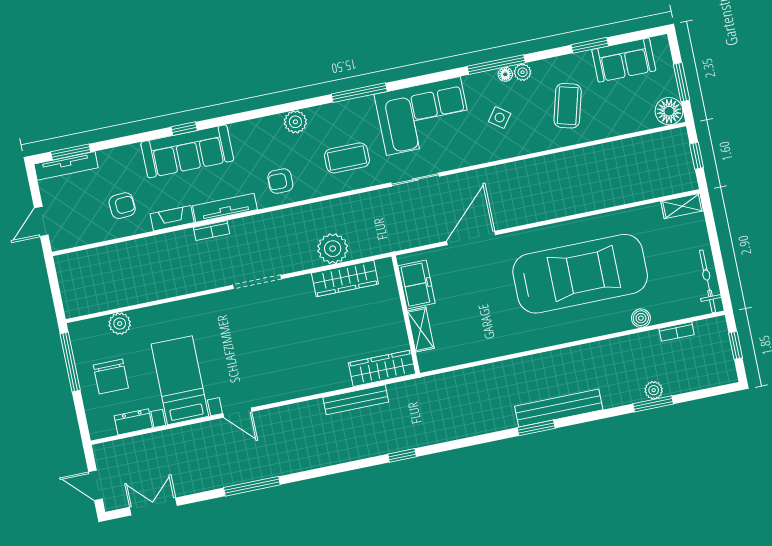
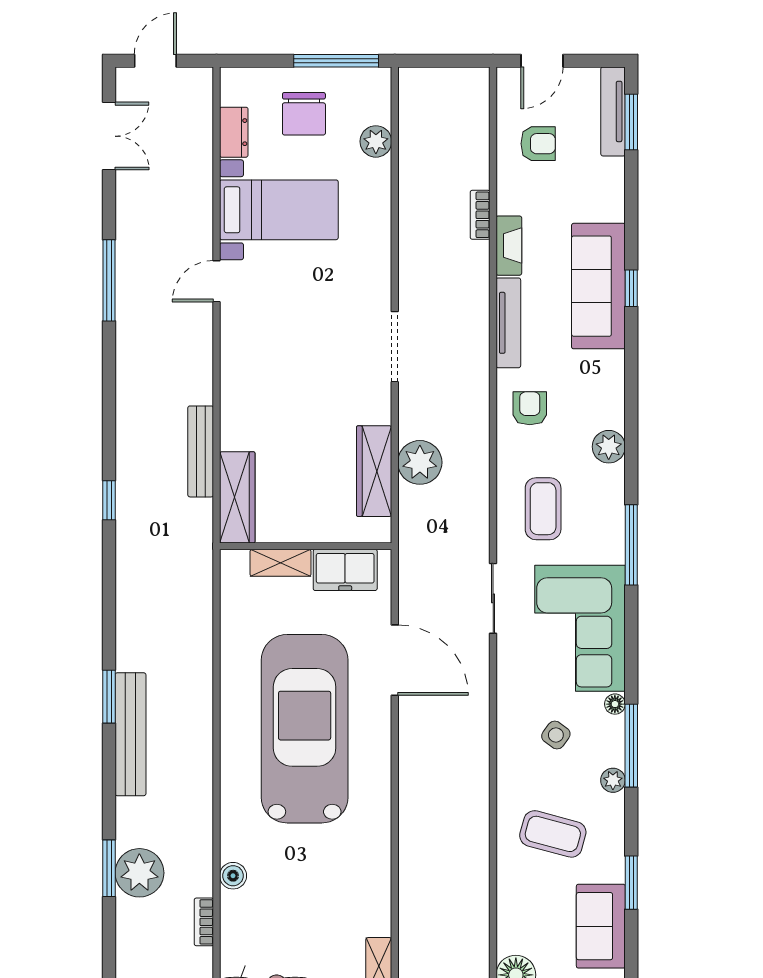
floor lamp: (505, 74) -> (615, 704), moved
armchair: (122, 206) -> (538, 144), moved, turned -86
door: (41, 221) -> (542, 61), swing flipped
bookcase: (211, 231) -> (480, 215), moved
car: (580, 274) -> (305, 729), moved, turned 180
chair: (111, 377) -> (304, 114), turned -90
plant: (654, 390) -> (139, 873), width x1.88, depth x1.88

